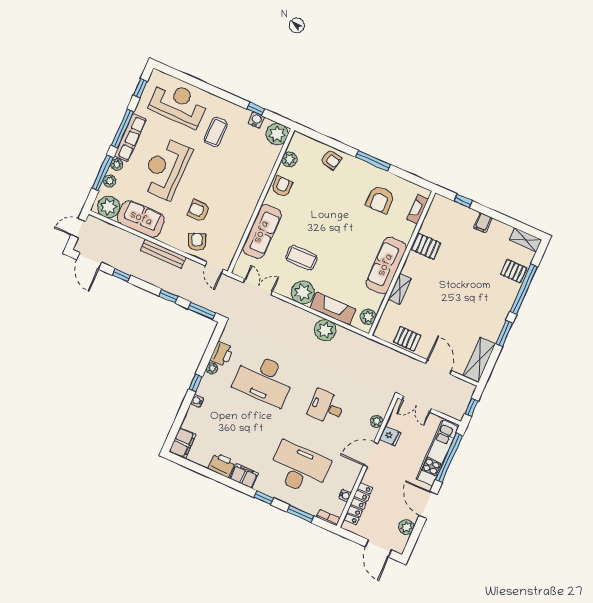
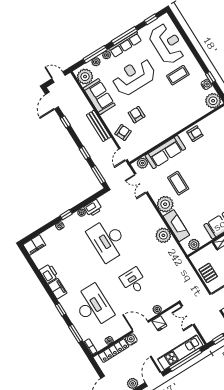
plant: (289, 159) -> (142, 163), moved
double door: (258, 287) -> (141, 183), swing flipped
water cooler: (370, 477) -> (131, 339), added

